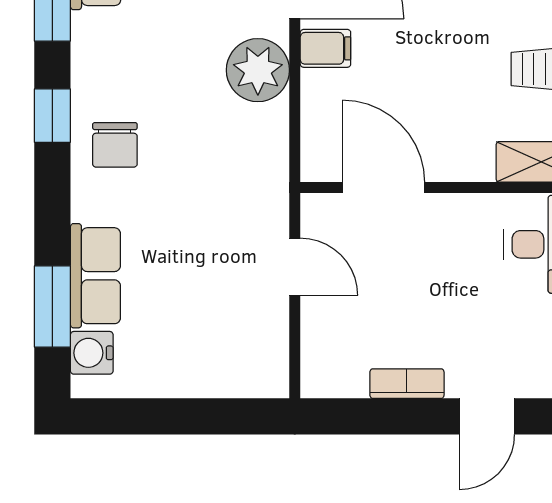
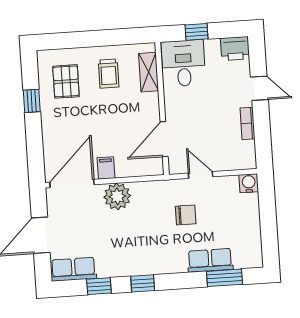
chair: (115, 145) -> (186, 215), moved
door: (295, 267) -> (201, 175), hinge flipped
water cooler: (92, 353) -> (249, 183), moved, turned 180

